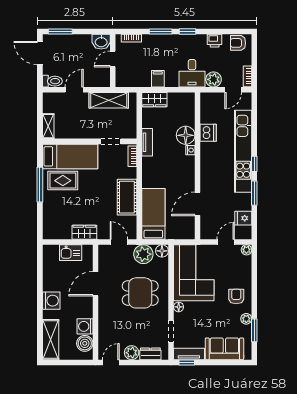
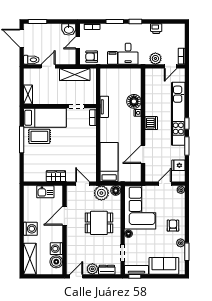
armchair: (238, 43) -> (92, 57), moved
desk: (192, 73) -> (128, 54), moved
wardrobe: (154, 100) -> (110, 74), removed
dishwasher: (208, 133) -> (151, 123), moved
cot: (127, 197) -> (89, 149), removed

